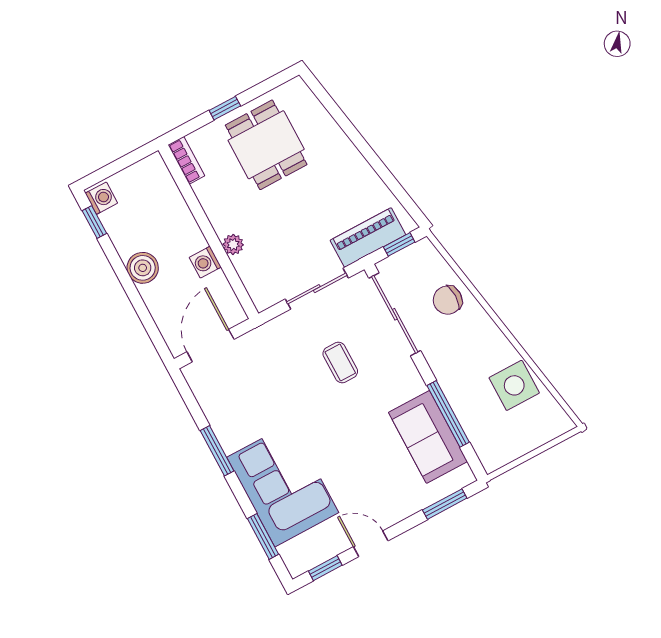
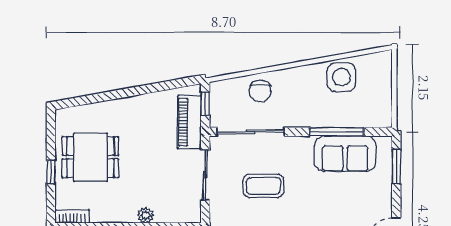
coffee table: (340, 362) -> (263, 186), width x1.36, depth x1.30

